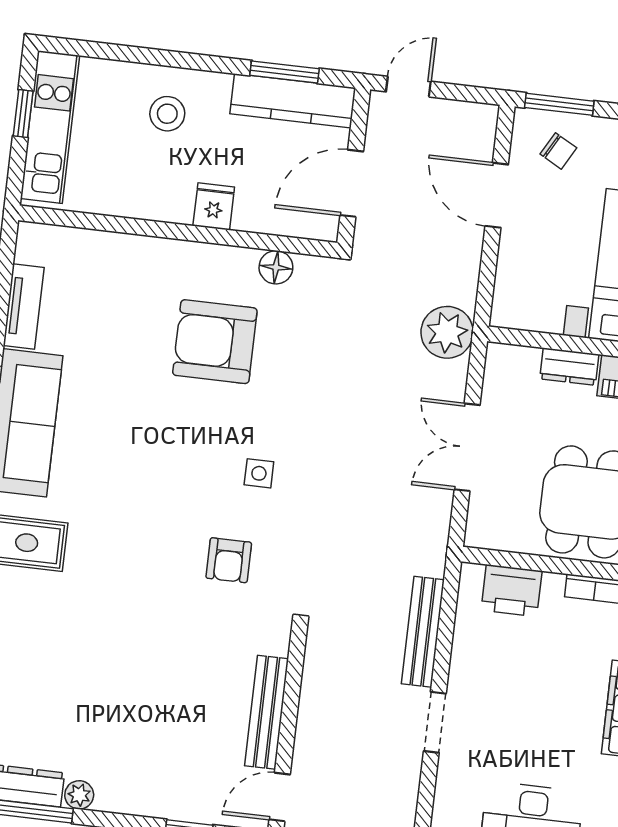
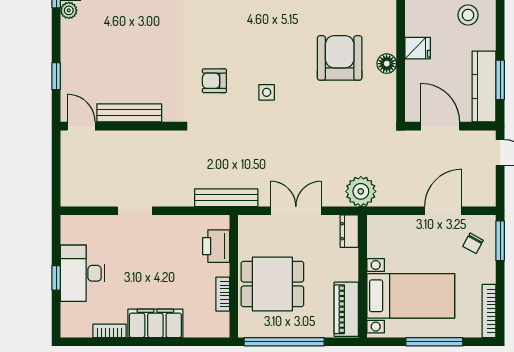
floor lamp: (276, 267) -> (387, 64), moved
dresser: (569, 367) -> (349, 231), moved
bench: (423, 632) -> (226, 198), moved

